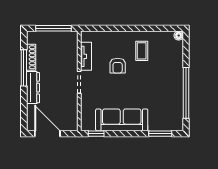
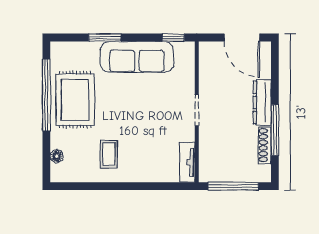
floor lamp: (179, 36) -> (57, 156), moved
tv unit: (86, 56) -> (187, 162), moved
armchair: (118, 66) -> (143, 133), removed
rug: (166, 90) -> (75, 100), added
window: (160, 134) -> (105, 38), moved

